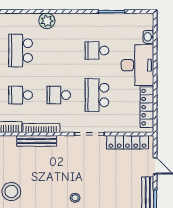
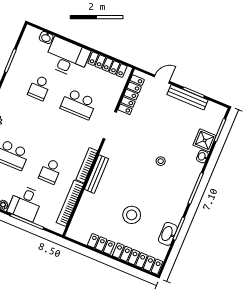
school desk: (59, 95) -> (64, 138), removed

